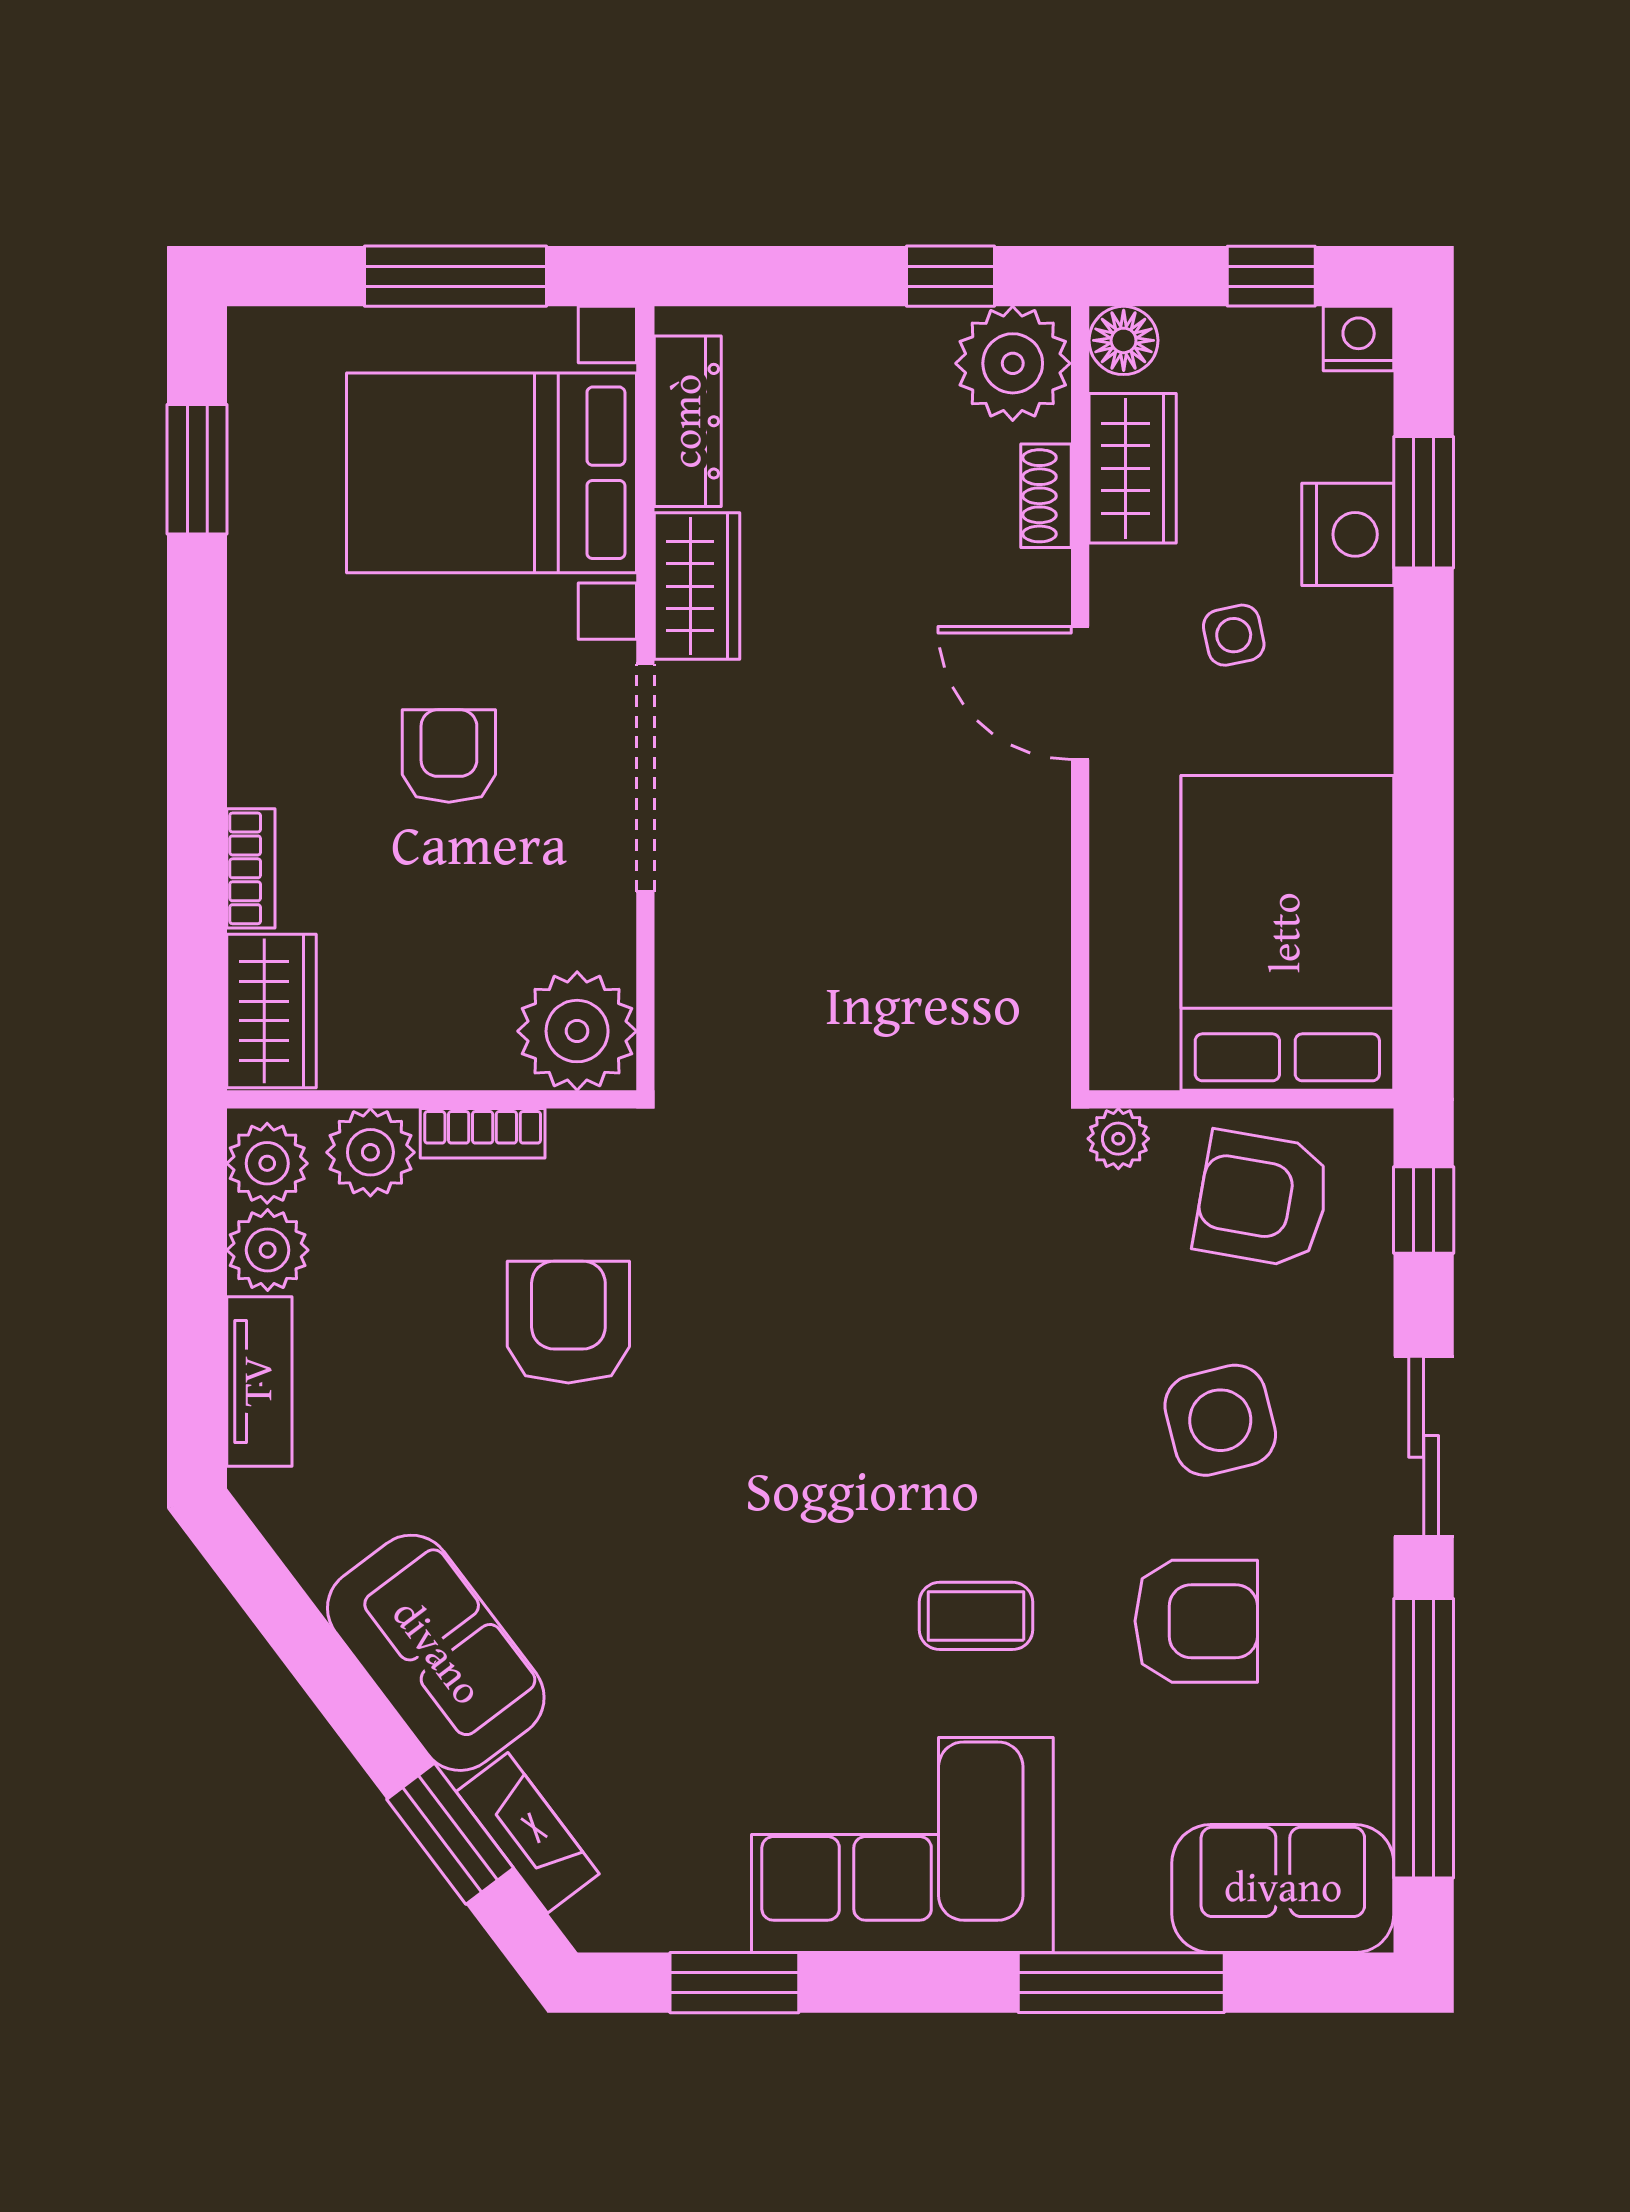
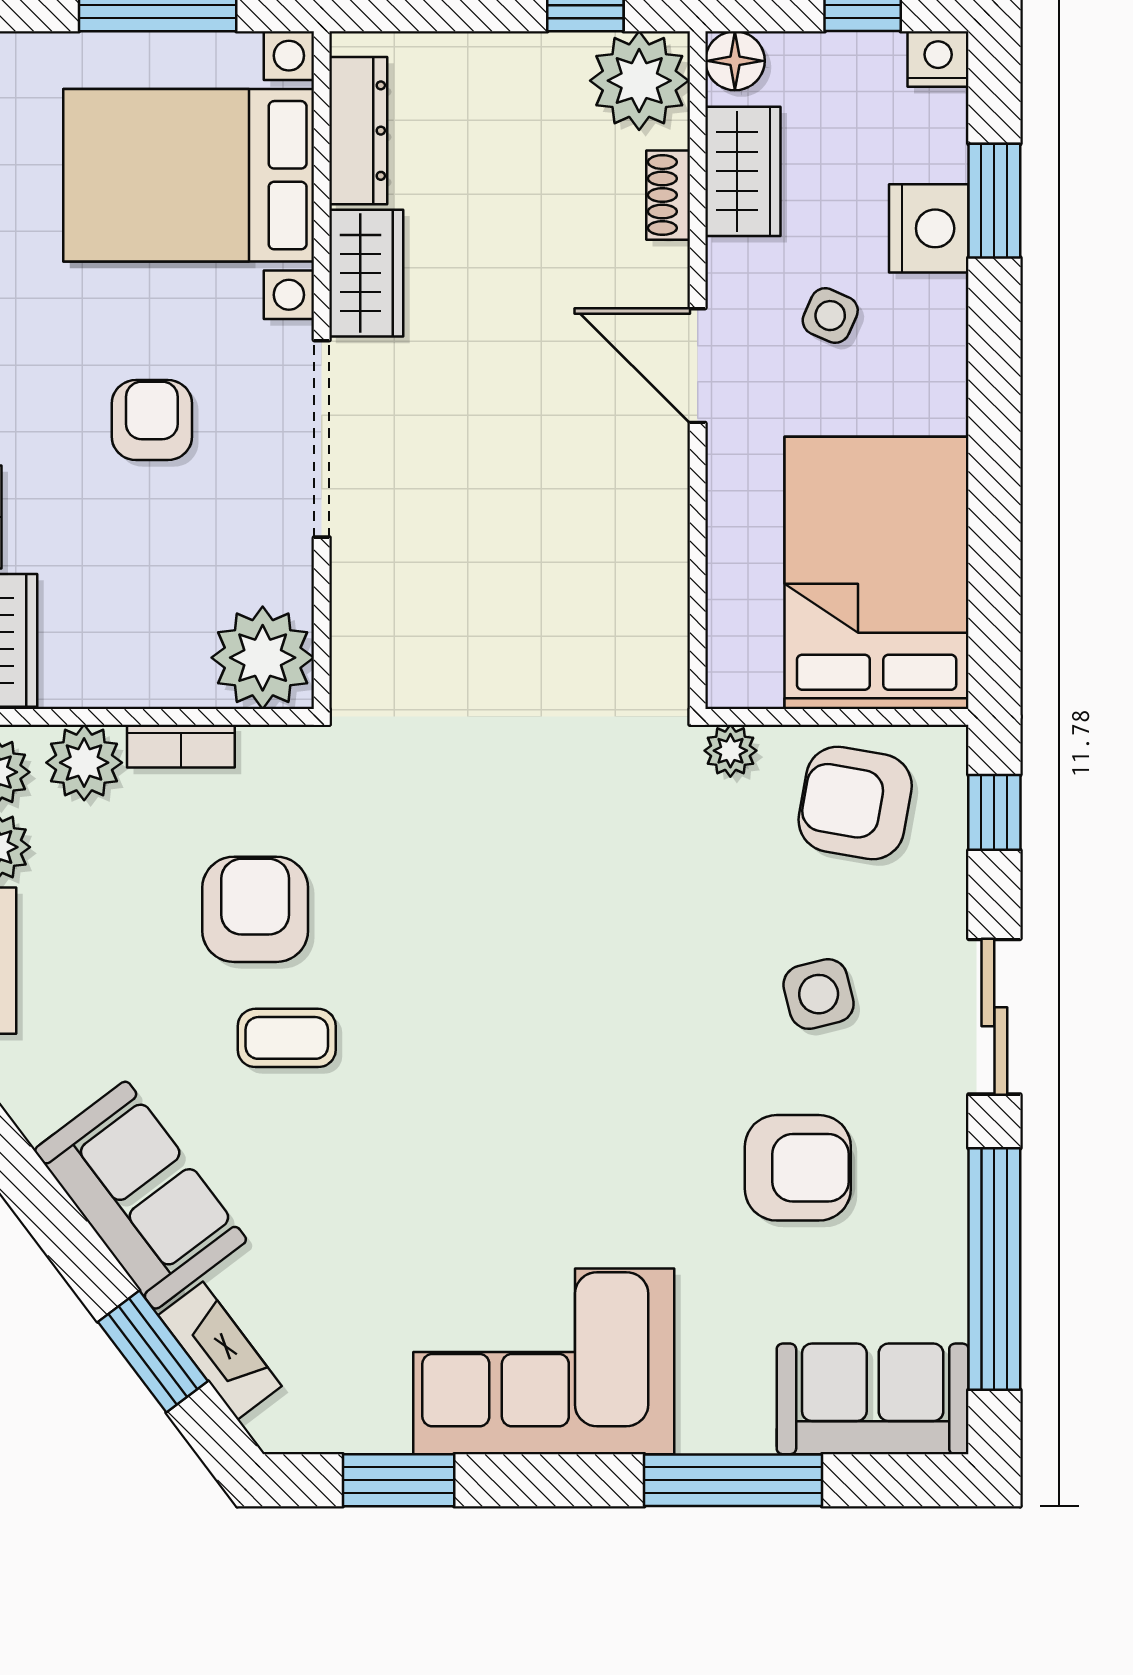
side table: (1234, 635) -> (830, 316), turned 36
side table: (1220, 1420) -> (819, 994), width x0.73, depth x0.73
coffee table: (976, 1616) -> (287, 1038), moved

